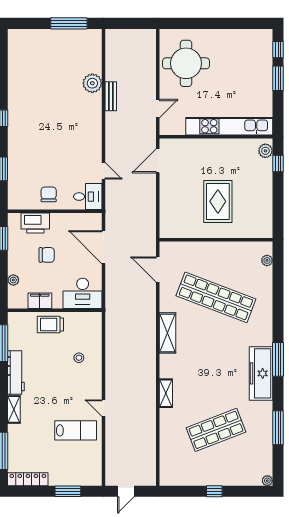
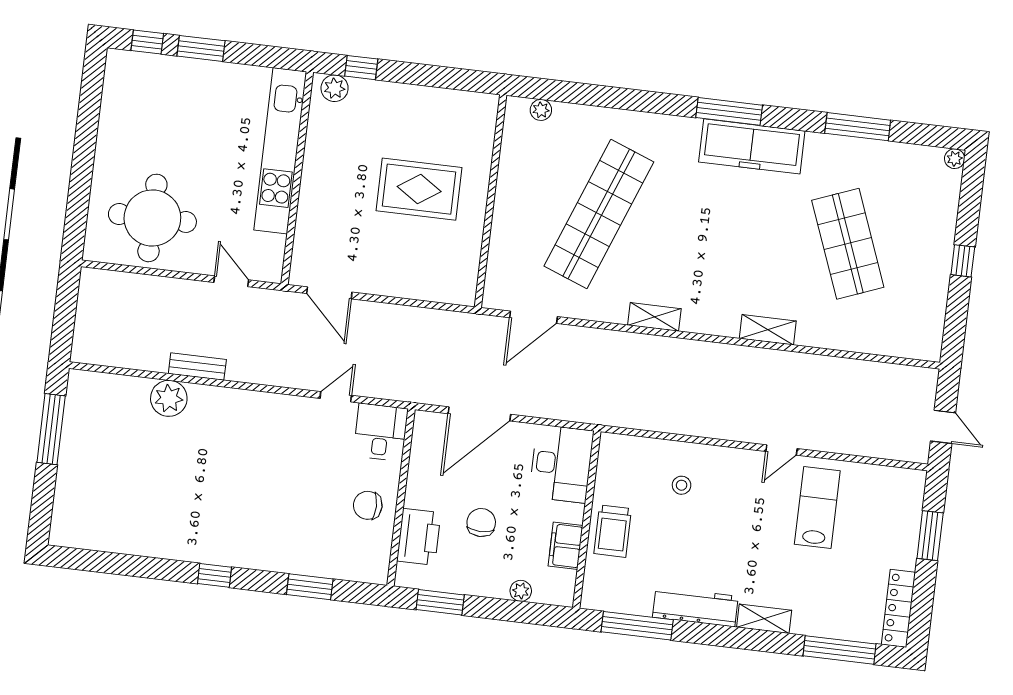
shelving: (167, 333) -> (654, 317), width x0.67, depth x0.75

